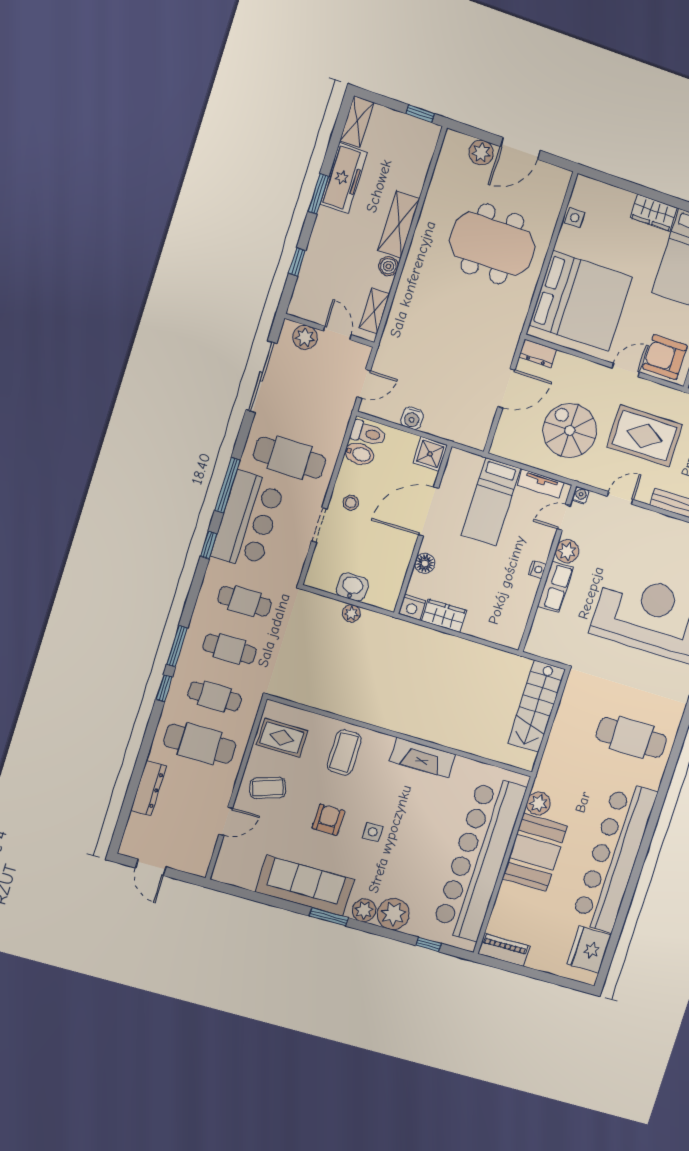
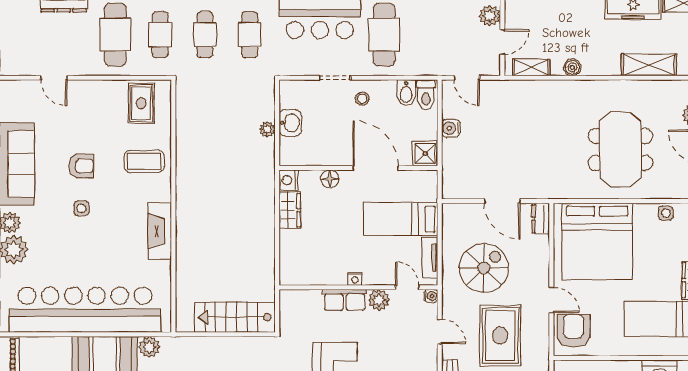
shelving: (399, 225) -> (649, 65), moved
coffee table: (268, 788) -> (94, 105), removed

